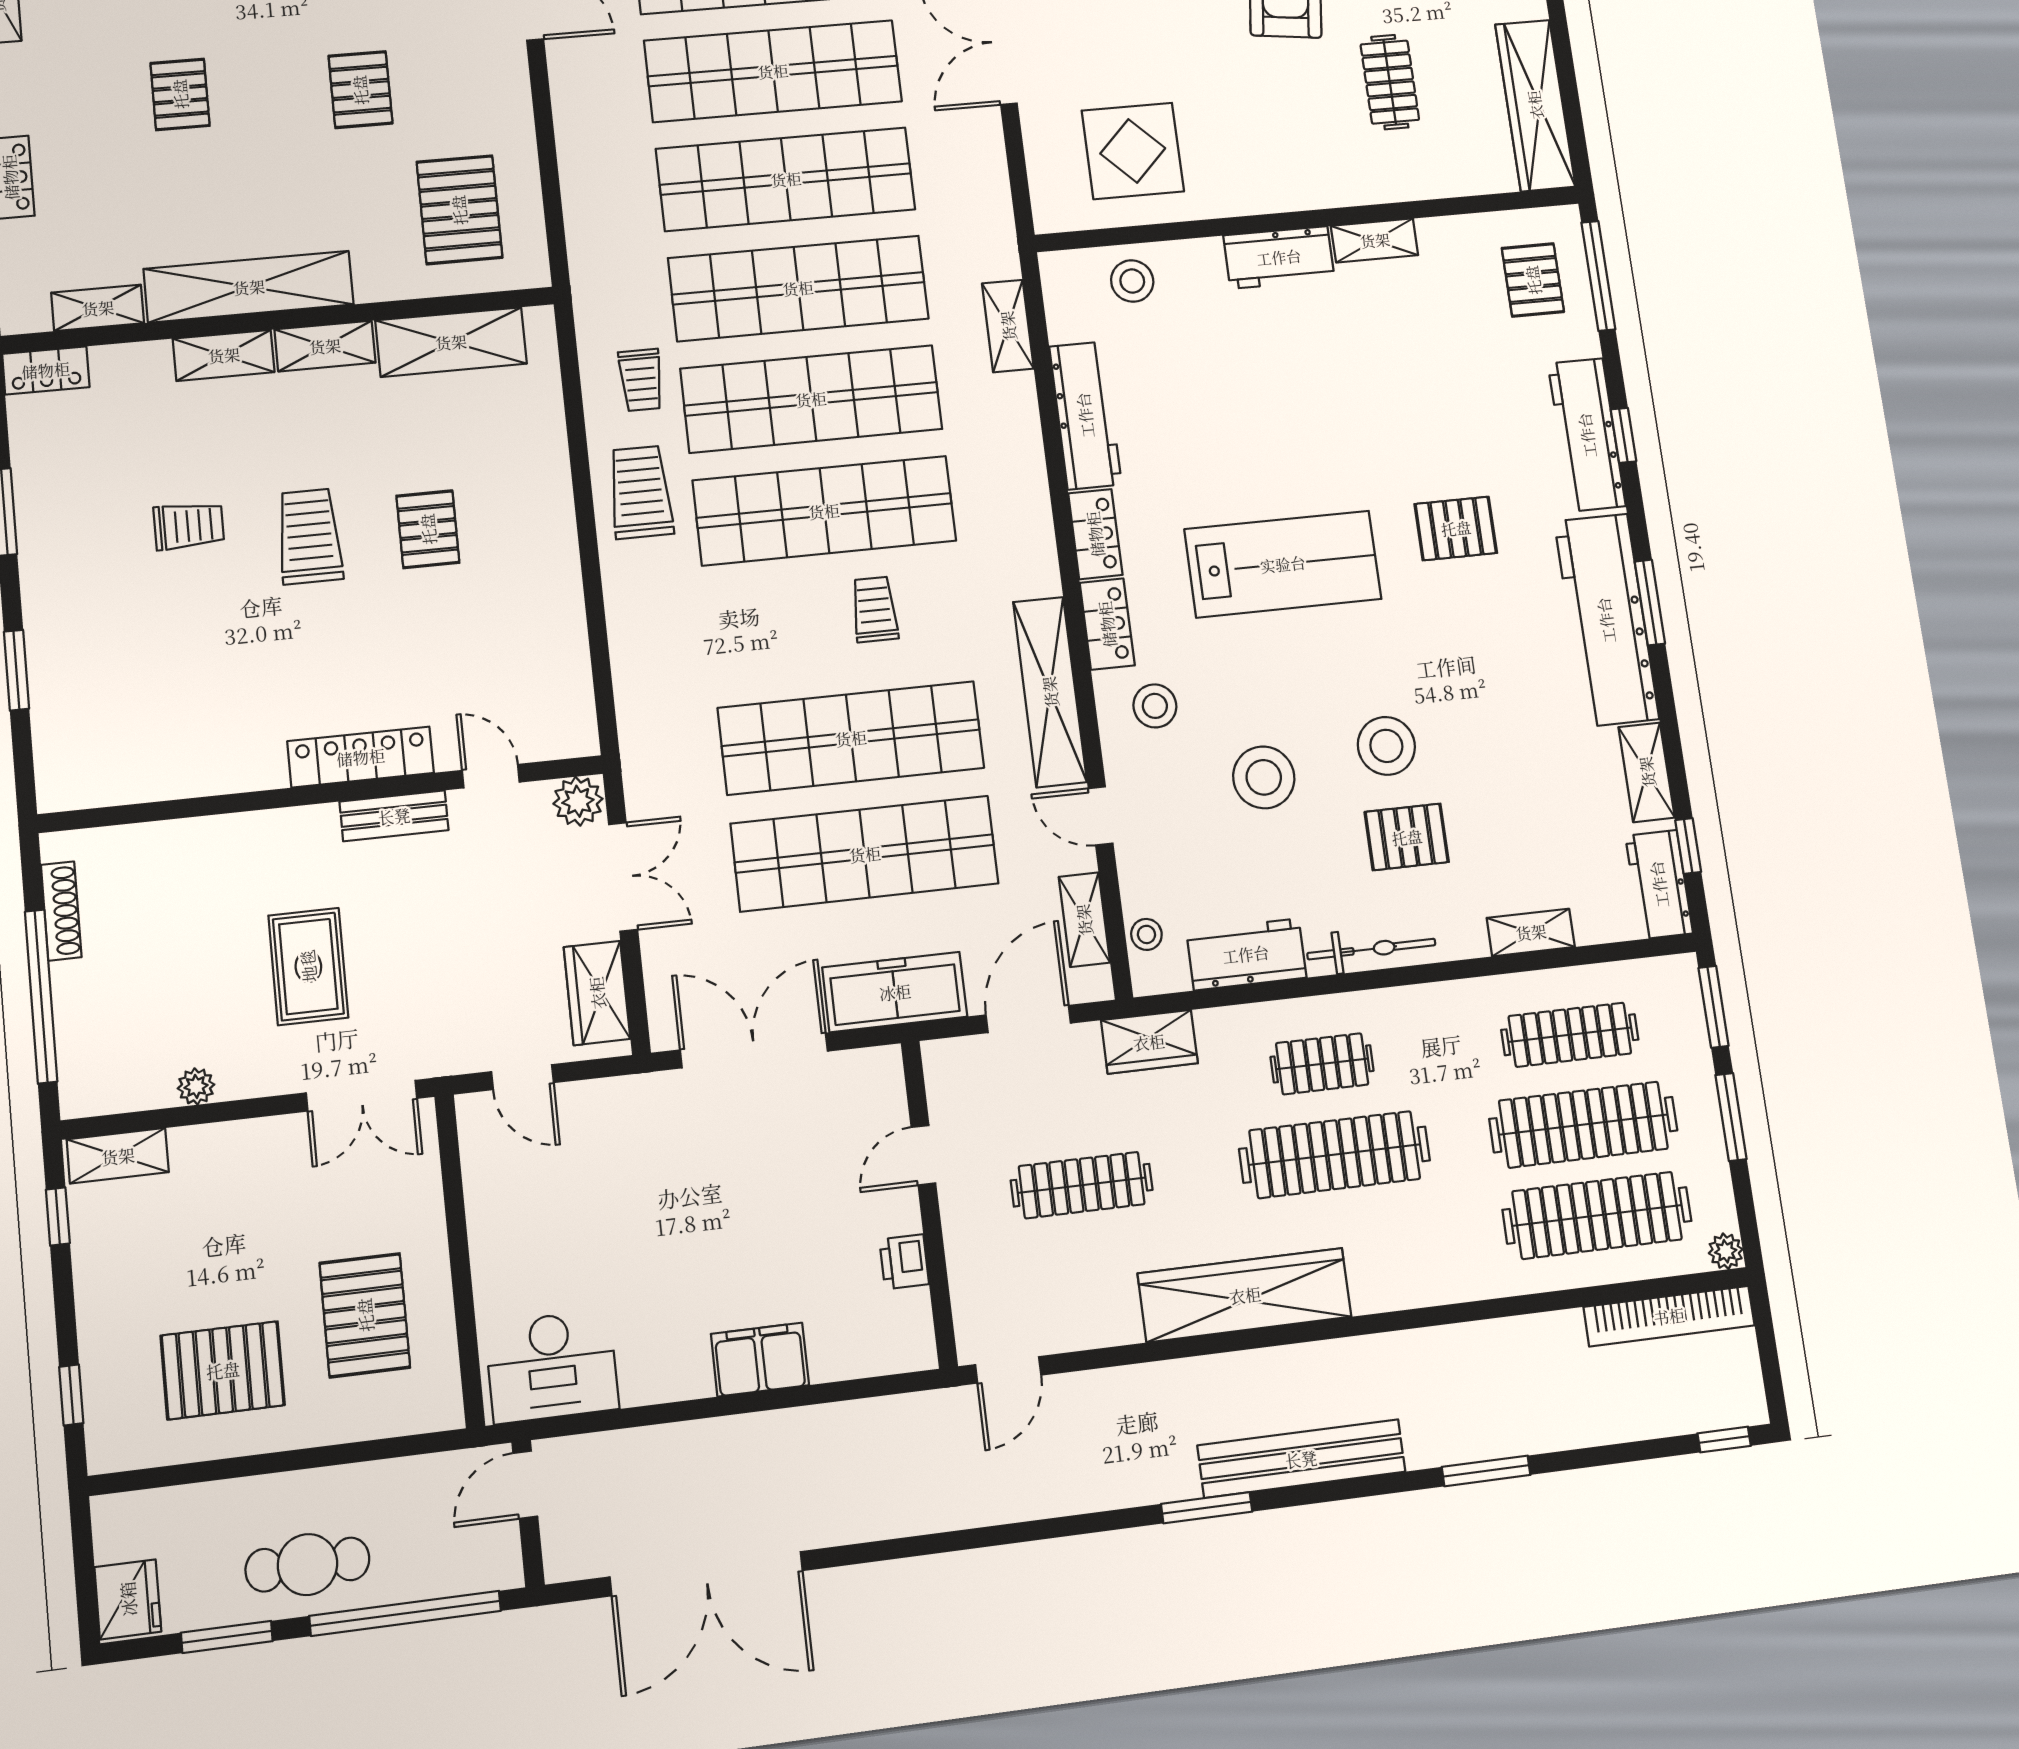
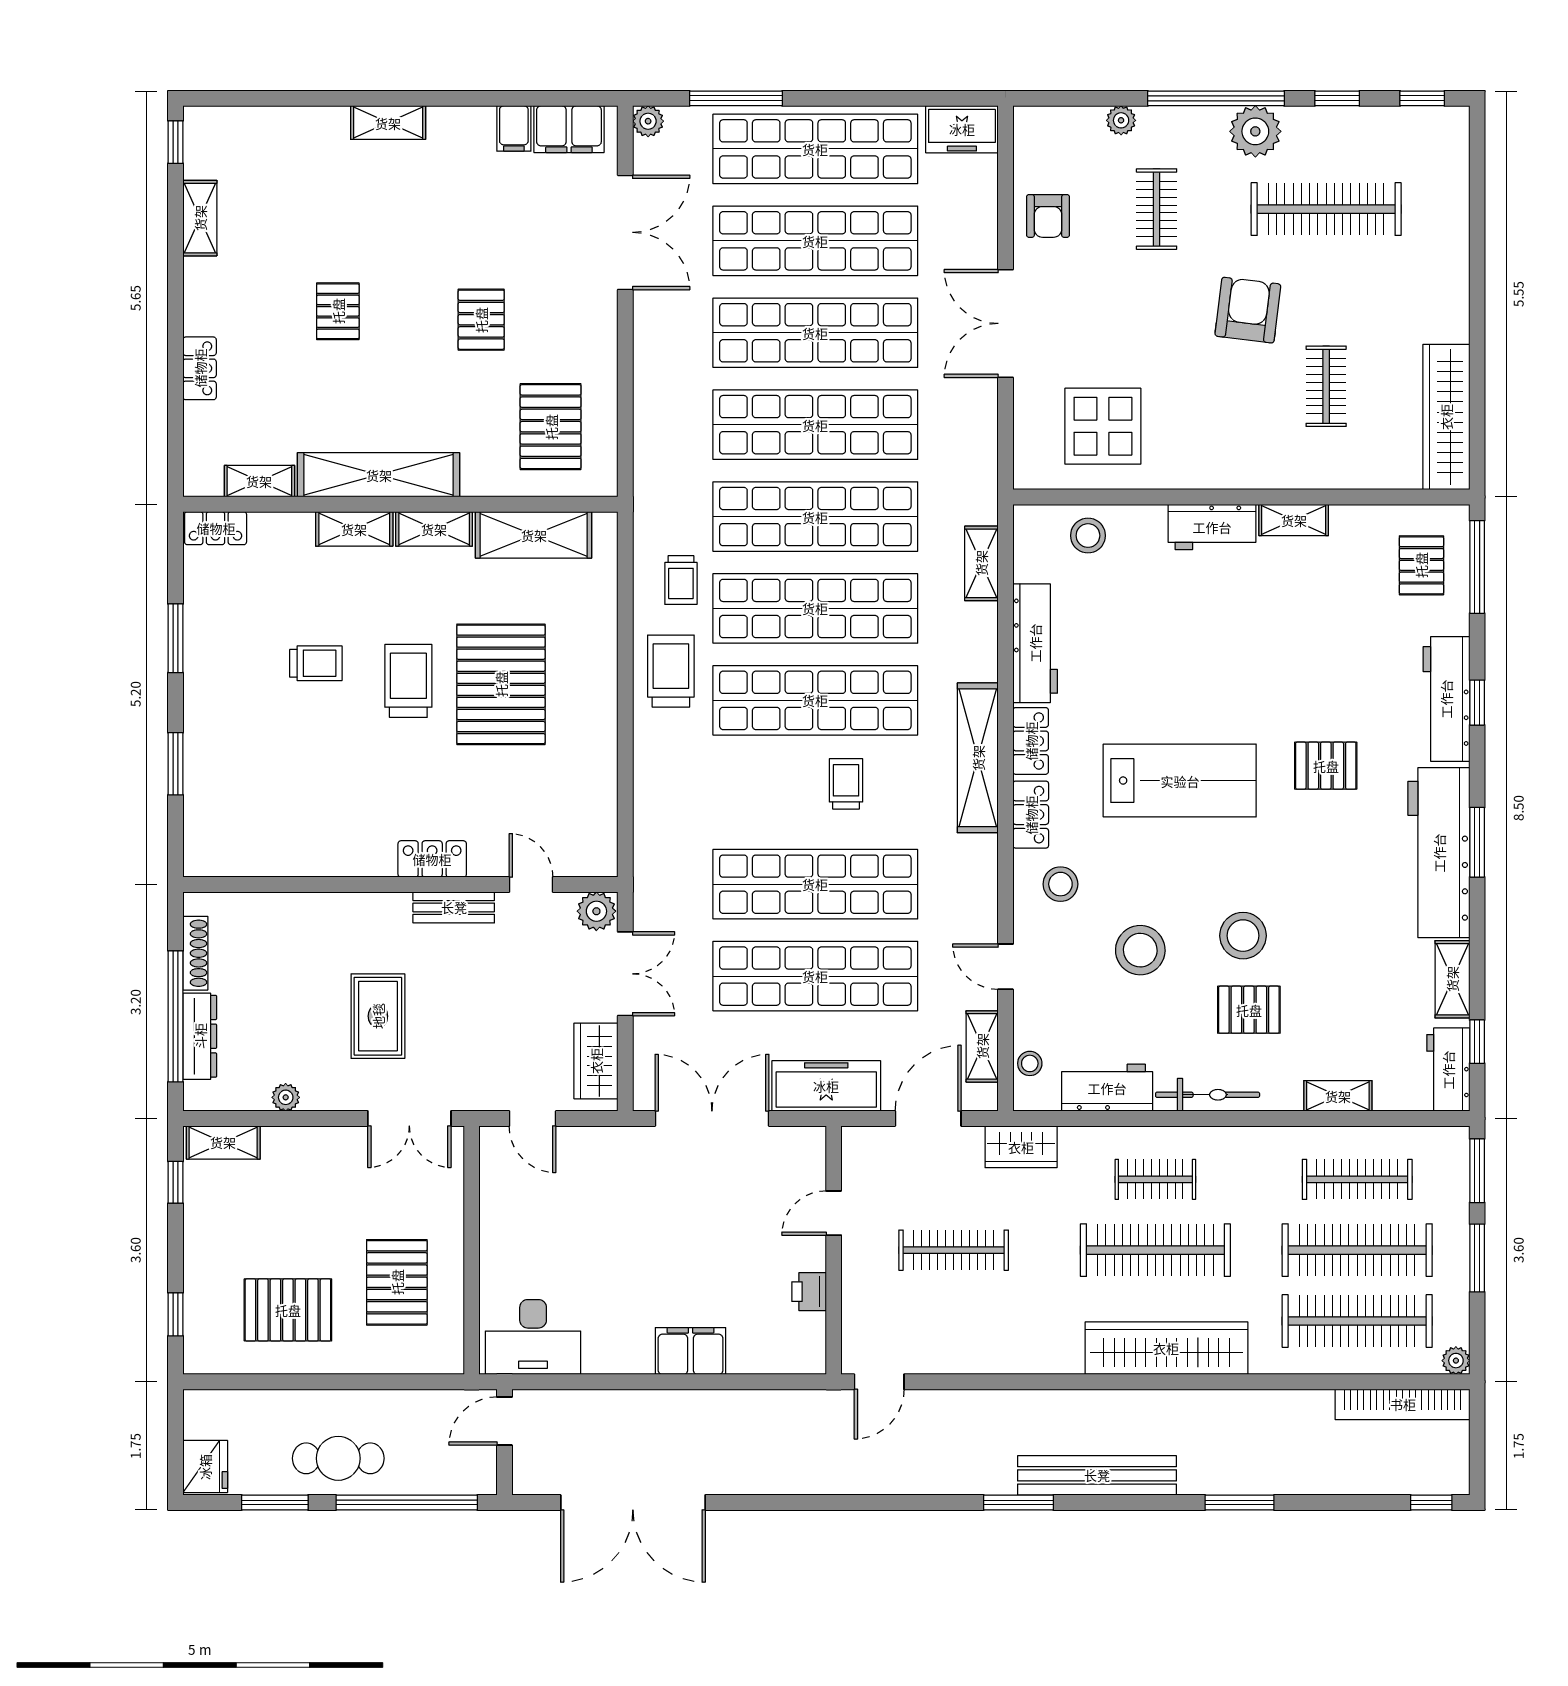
pallet: (428, 529) -> (501, 684), width x2.05, depth x2.00
shelving: (1050, 692) -> (978, 758), moved
locker: (361, 757) -> (432, 859), width x0.66
dresser: (75, 1019) -> (200, 1036), added
wardrobe: (1245, 1295) -> (1166, 1348), moved

